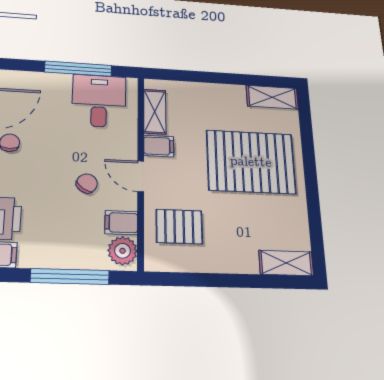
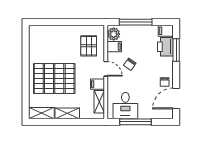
pallet: (179, 227) -> (89, 46), turned 90
shelving: (286, 263) -> (67, 113), moved

